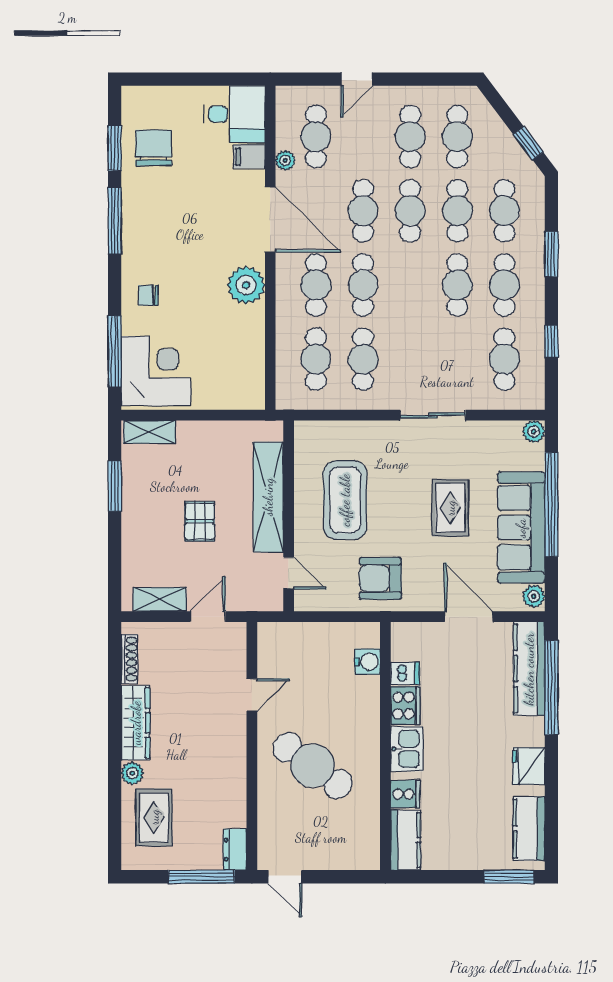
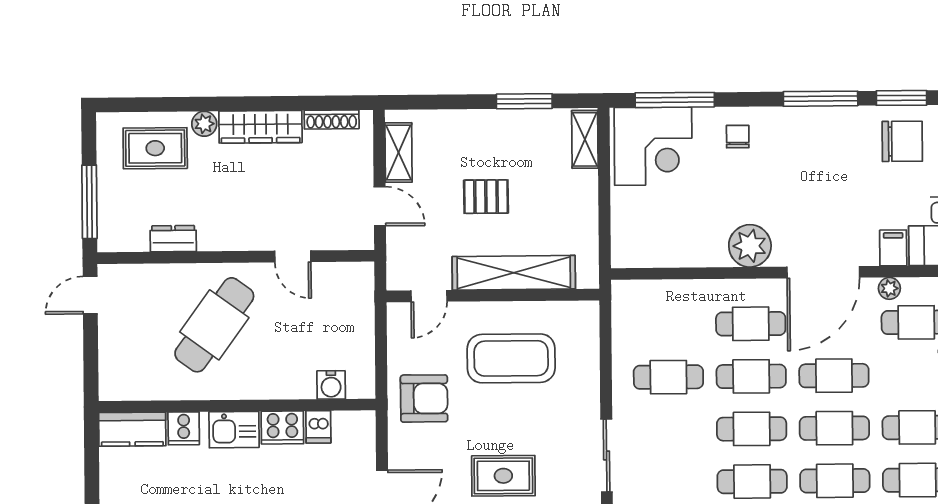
cafe table: (316, 359) -> (752, 429), moved
armchair: (380, 578) -> (424, 398), turned 90
dresser: (235, 850) -> (173, 239), moved

